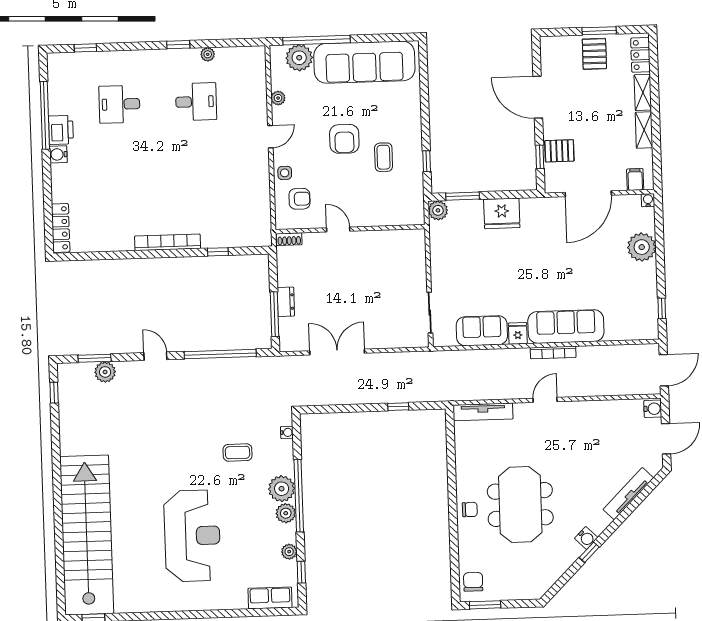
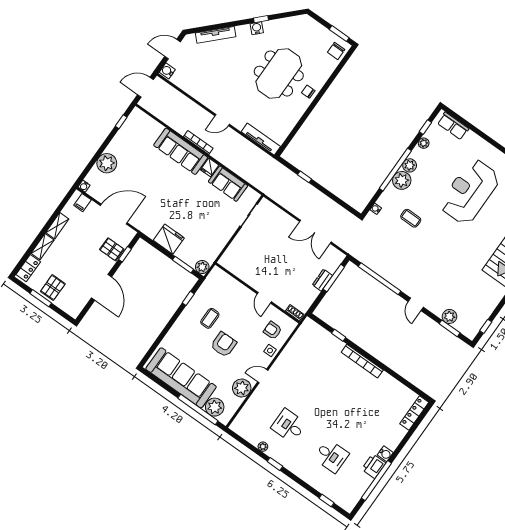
plant: (278, 98) -> (242, 388), width x1.88, depth x1.88

